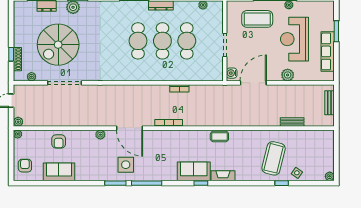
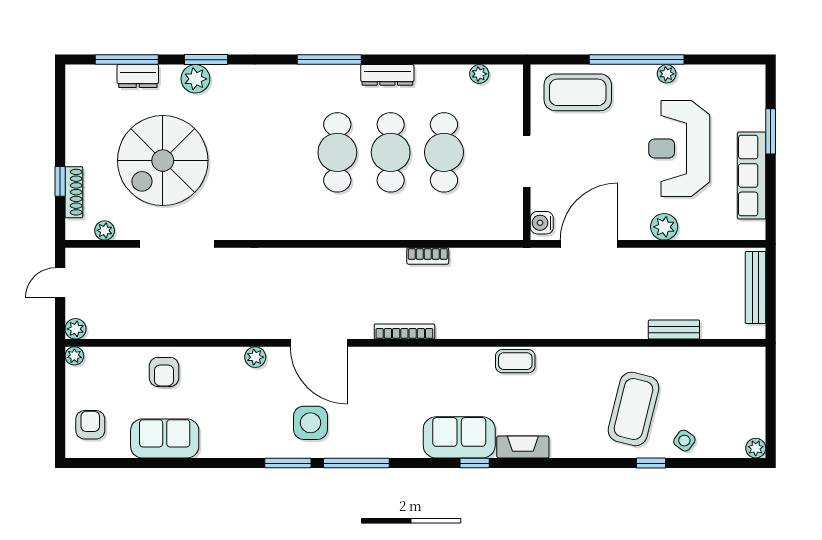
coffee table: (257, 19) -> (578, 92), moved
bench: (329, 103) -> (756, 288), width x1.36

